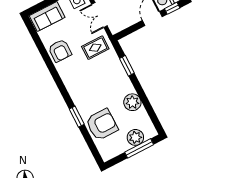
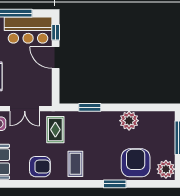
coffee table: (77, 77) -> (75, 164), added
plant: (135, 137) -> (166, 169), moved

